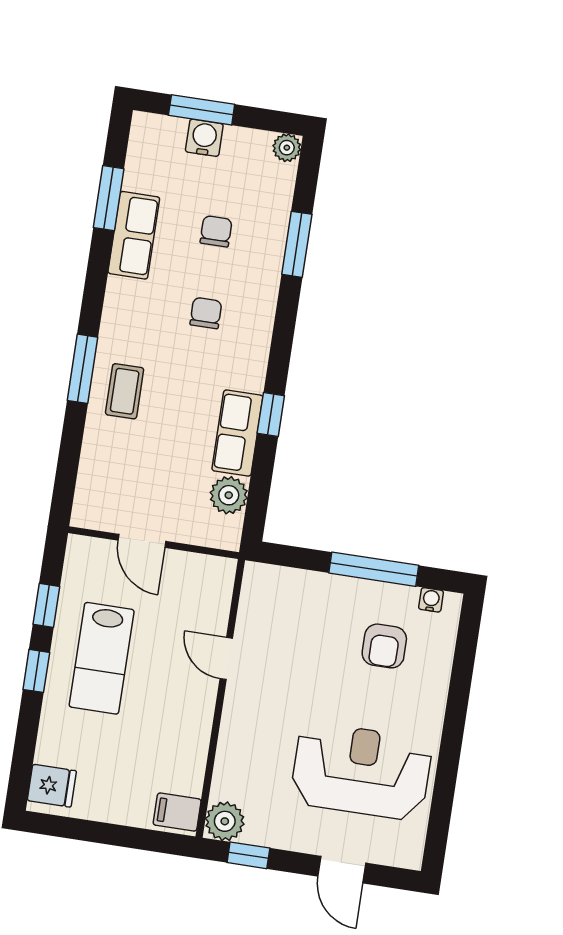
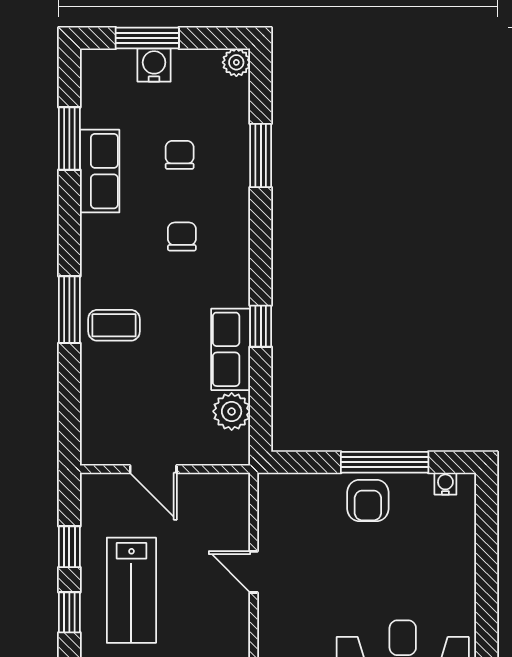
coffee table: (125, 391) -> (114, 325), turned 90
armchair: (384, 646) -> (368, 501), moved

